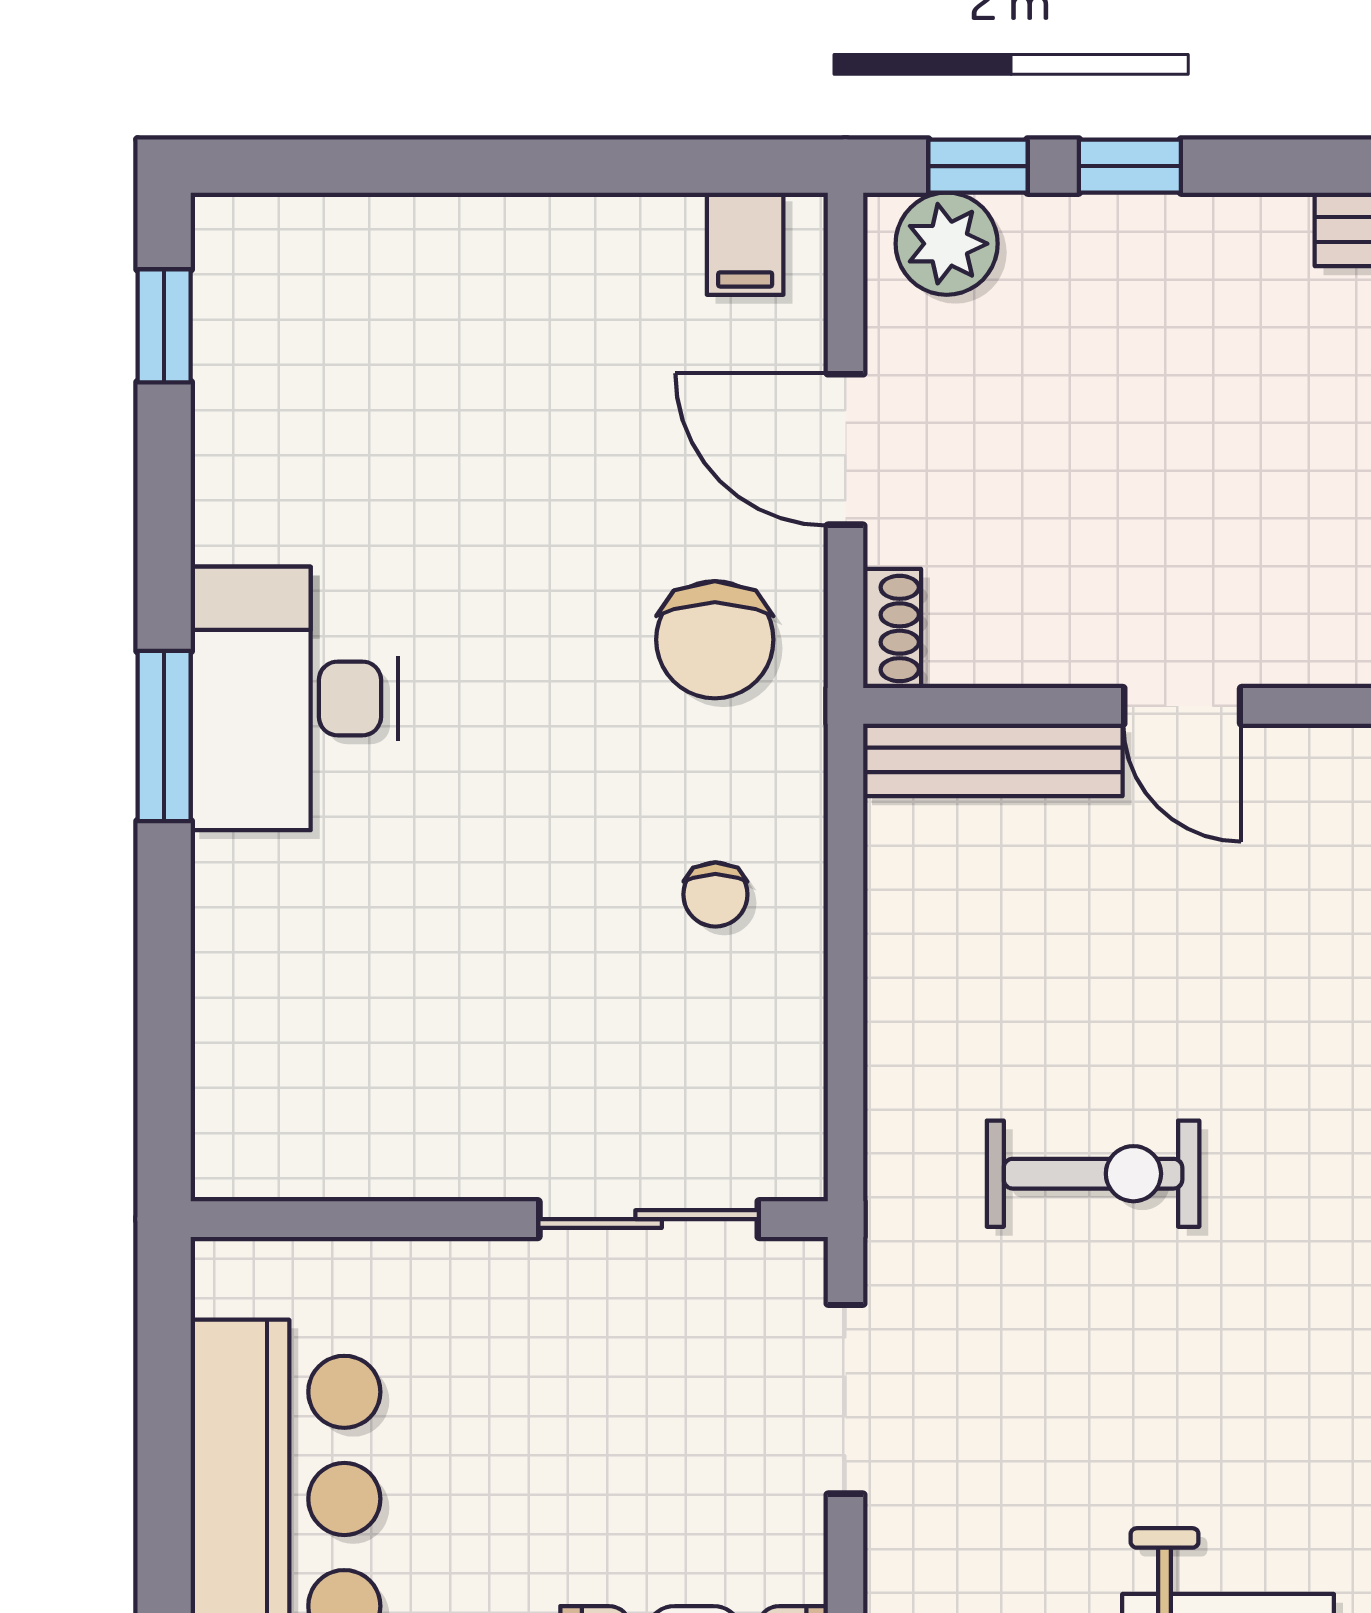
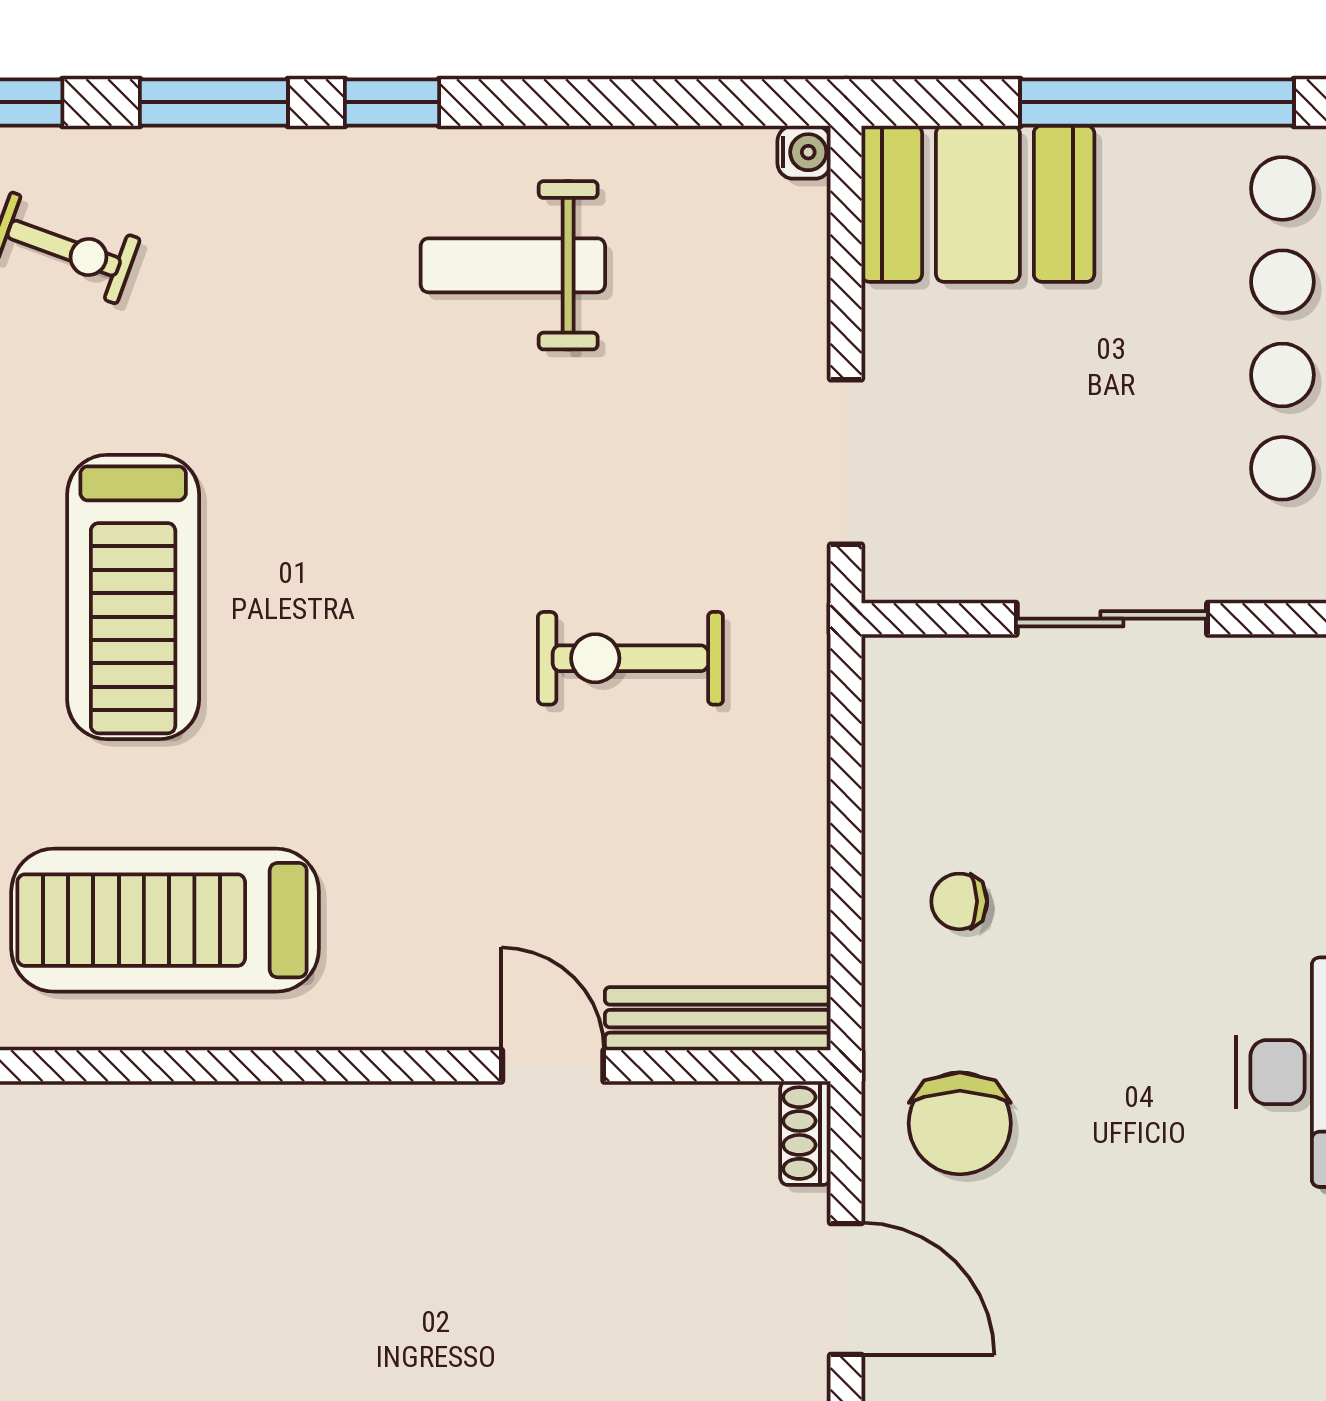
chair: (715, 640) -> (960, 1123), turned 180
chair: (715, 894) -> (959, 901), turned -90
sliding door: (649, 1219) -> (1112, 619), moved

